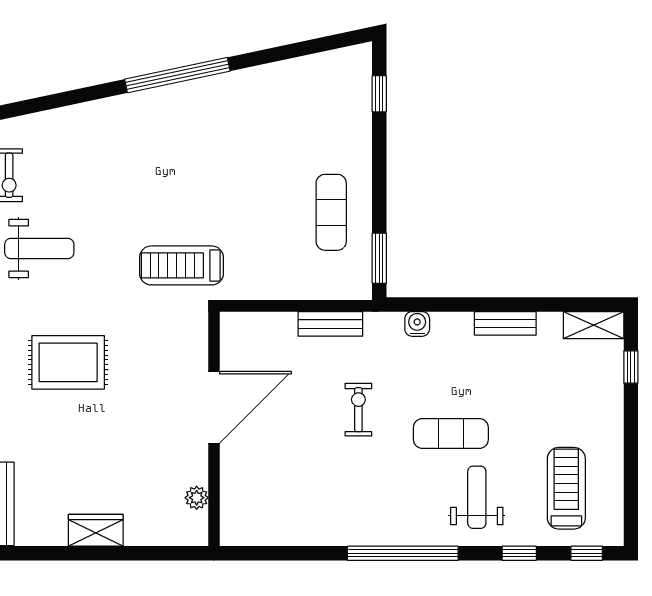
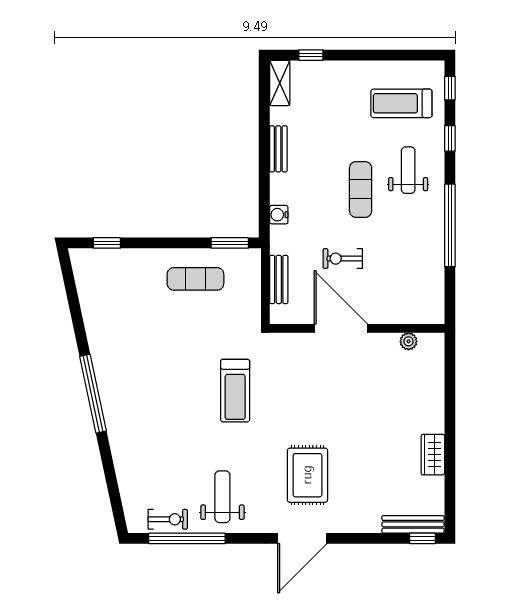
door: (214, 407) -> (341, 328), moved
wall: (214, 429) -> (357, 328), moved
weight bench: (477, 497) -> (408, 170), turned 90
plant: (197, 498) -> (408, 341), moved

